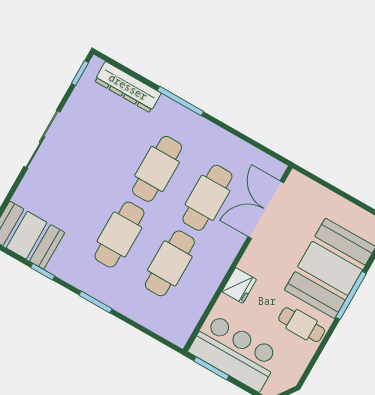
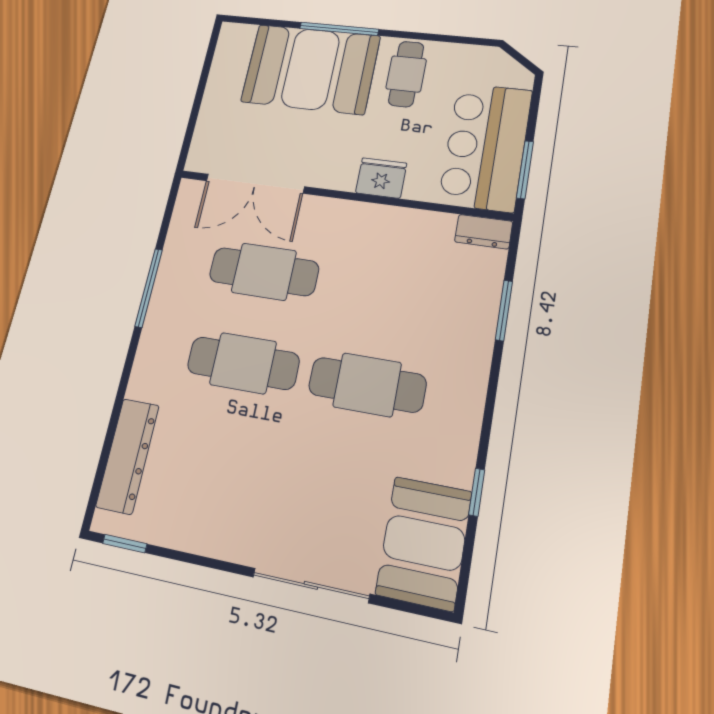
window: (180, 101) -> (149, 288), moved
sliding door: (42, 139) -> (311, 585), moved
cafe table: (170, 263) -> (385, 290), removed
window: (95, 302) -> (504, 310), moved
dresser: (183, 331) -> (484, 232), added

